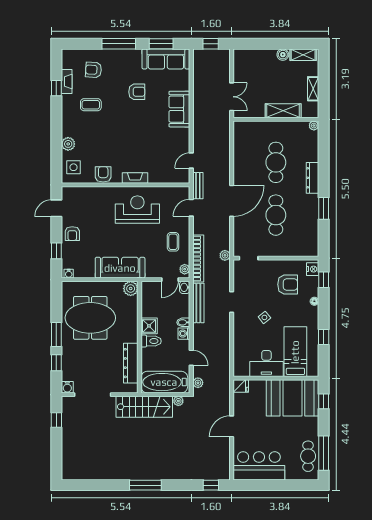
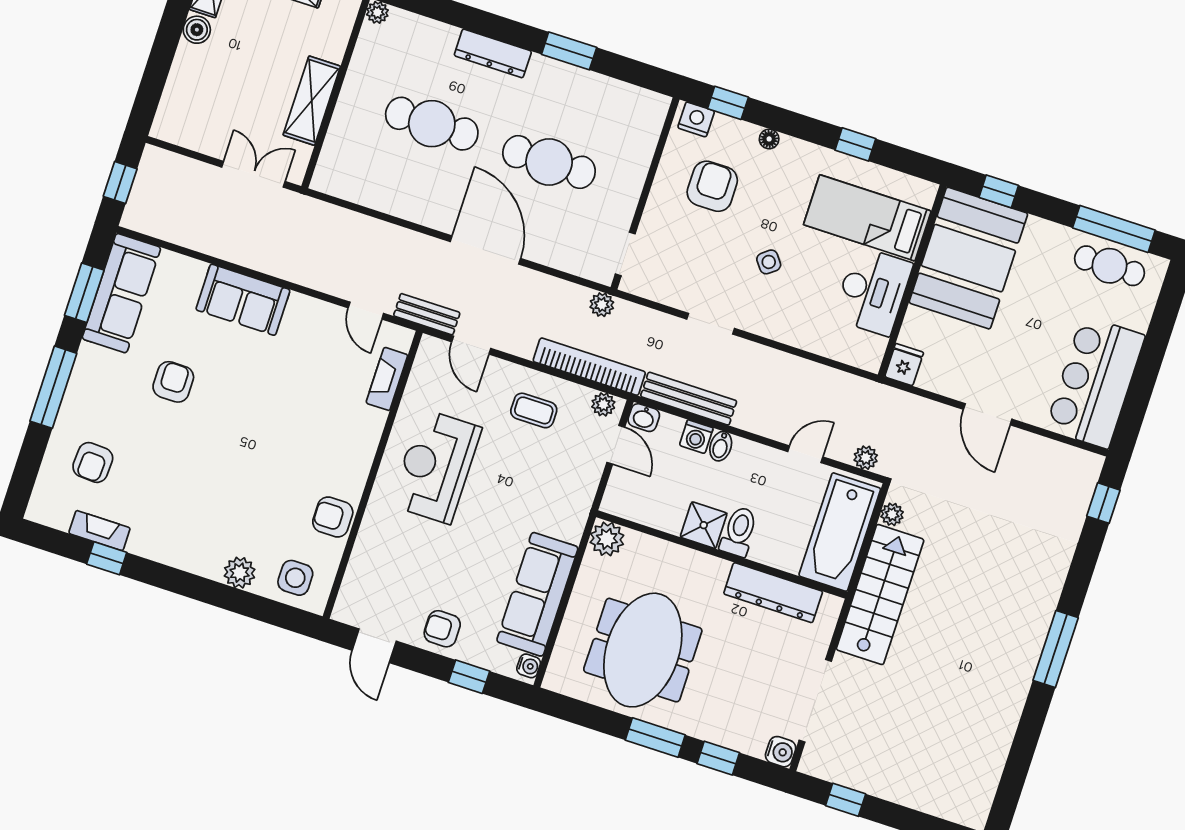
coffee table: (91, 105) -> (169, 494), removed
shelving: (283, 111) -> (312, 101), moved
fireplace: (135, 178) -> (387, 379), moved
armchair: (72, 234) -> (442, 629), turned 180
sofa: (120, 268) -> (537, 594), moved
washing machine: (184, 334) -> (696, 437), moved

